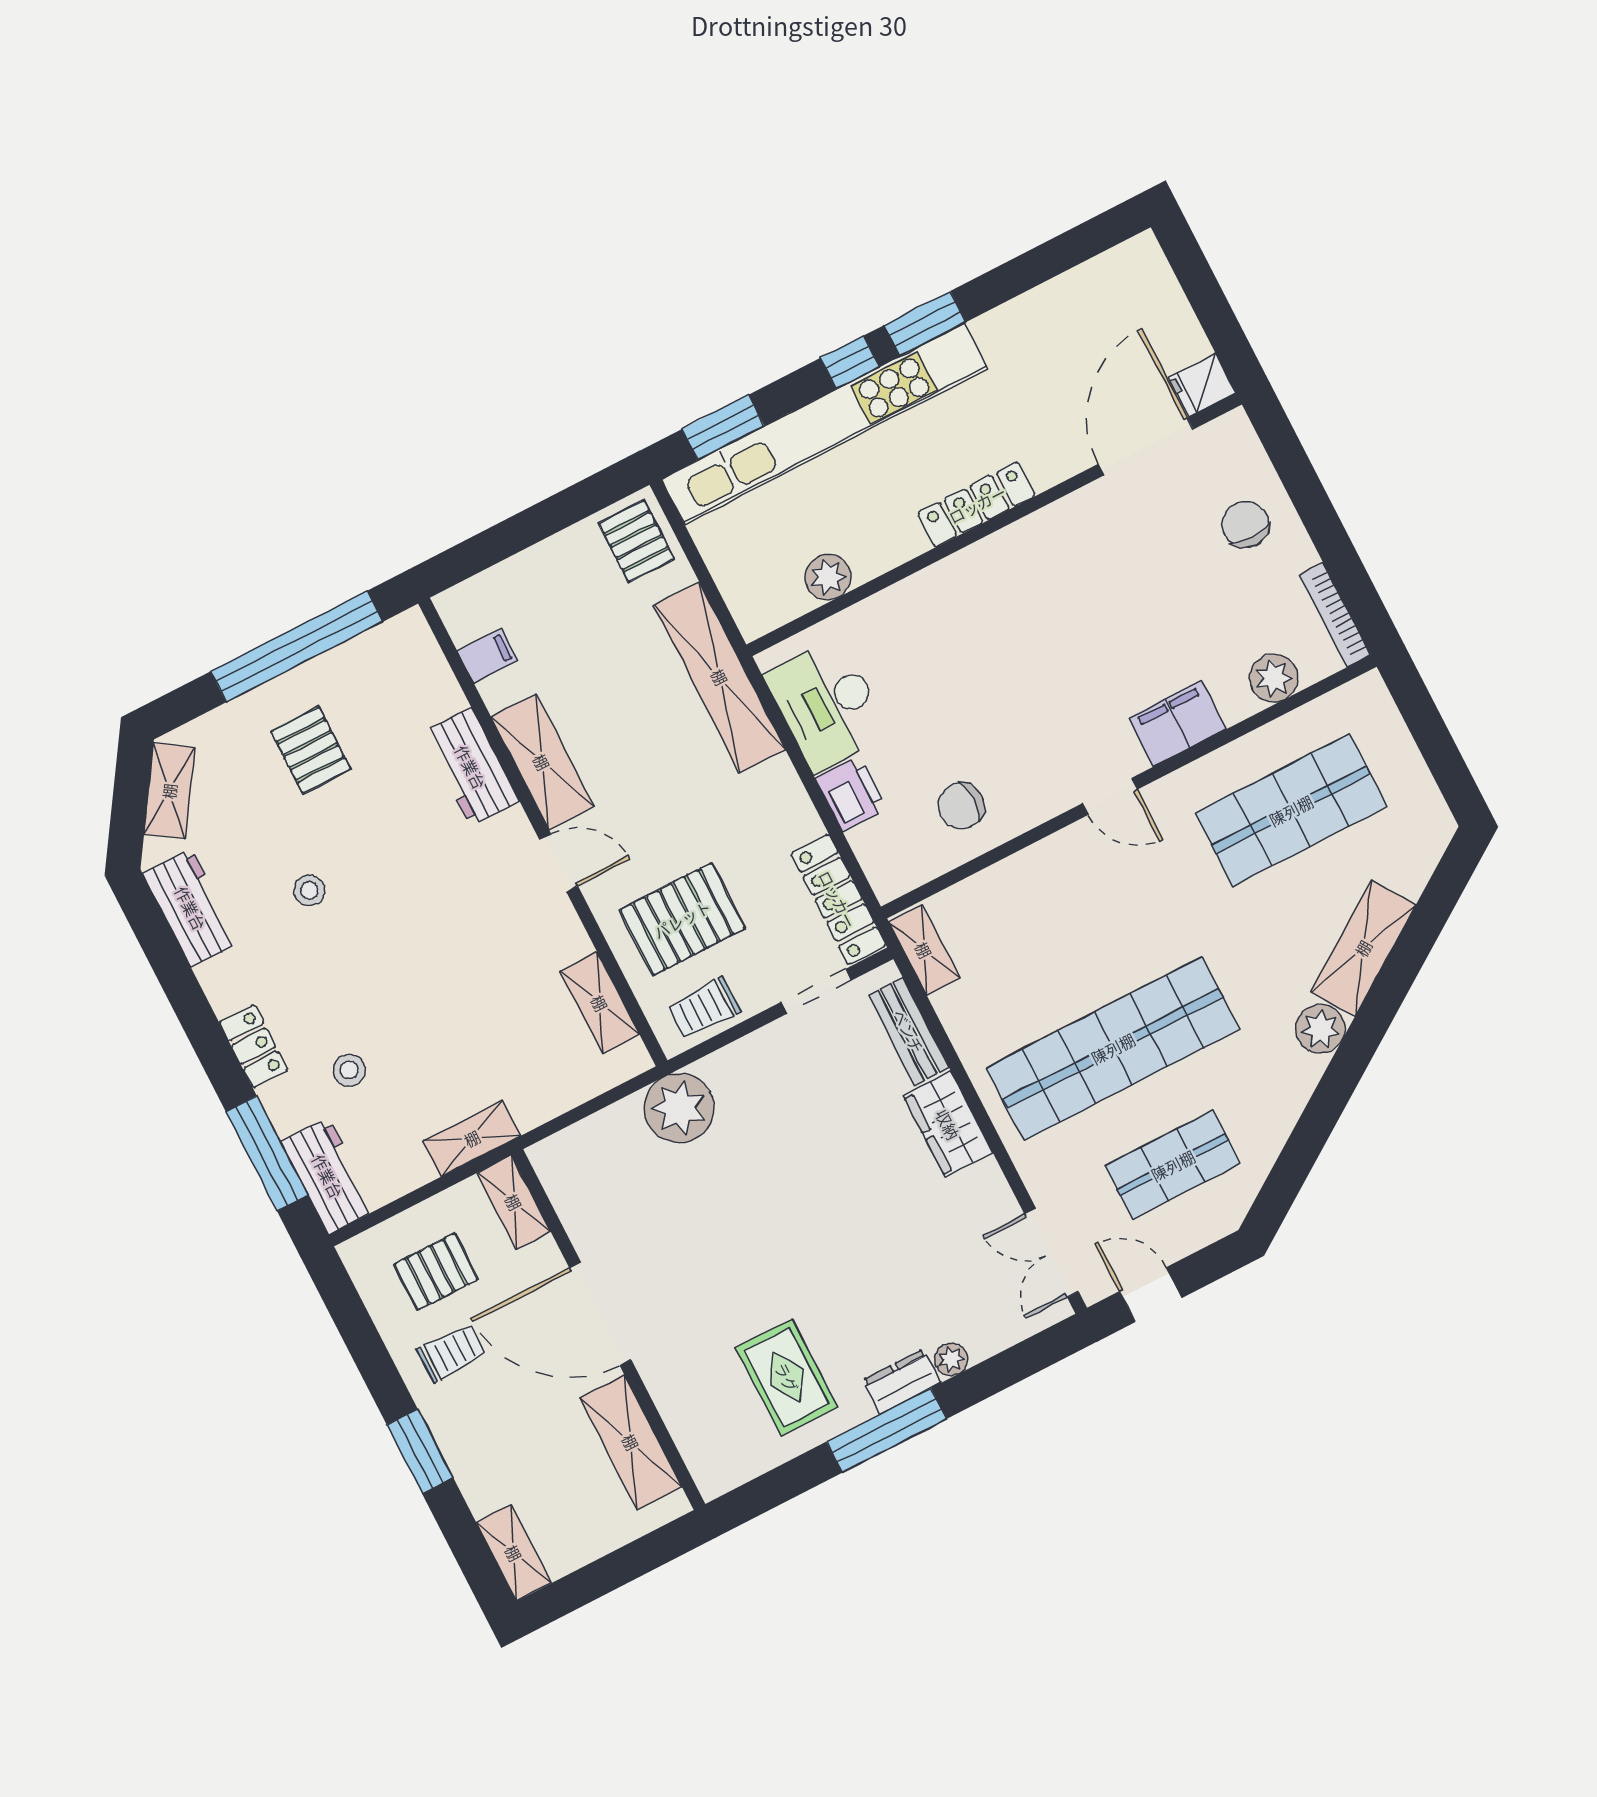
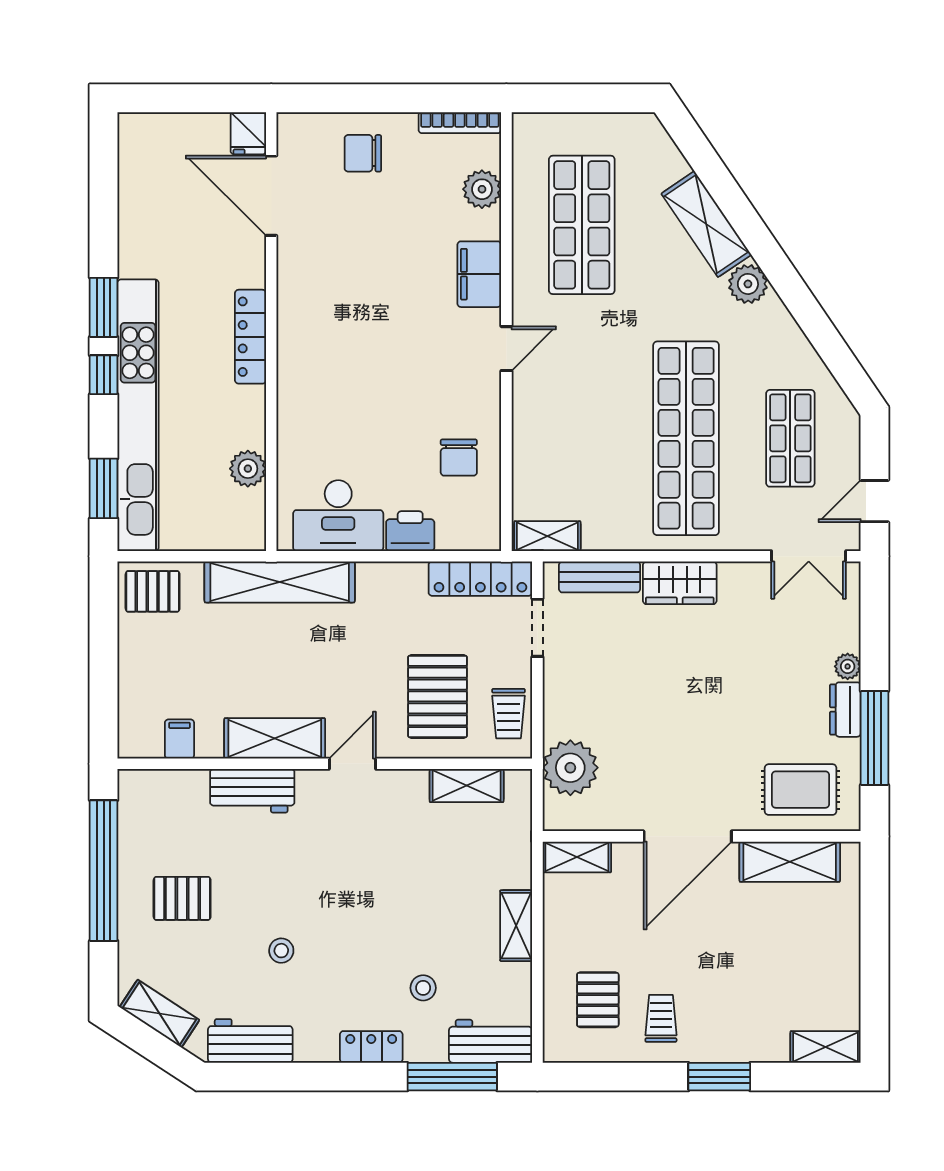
shelving: (514, 1202) -> (577, 857), moved
door: (600, 1314) -> (688, 836), moved
wall: (608, 1330) -> (702, 836), moved
shelving: (631, 1442) -> (790, 862), moved

